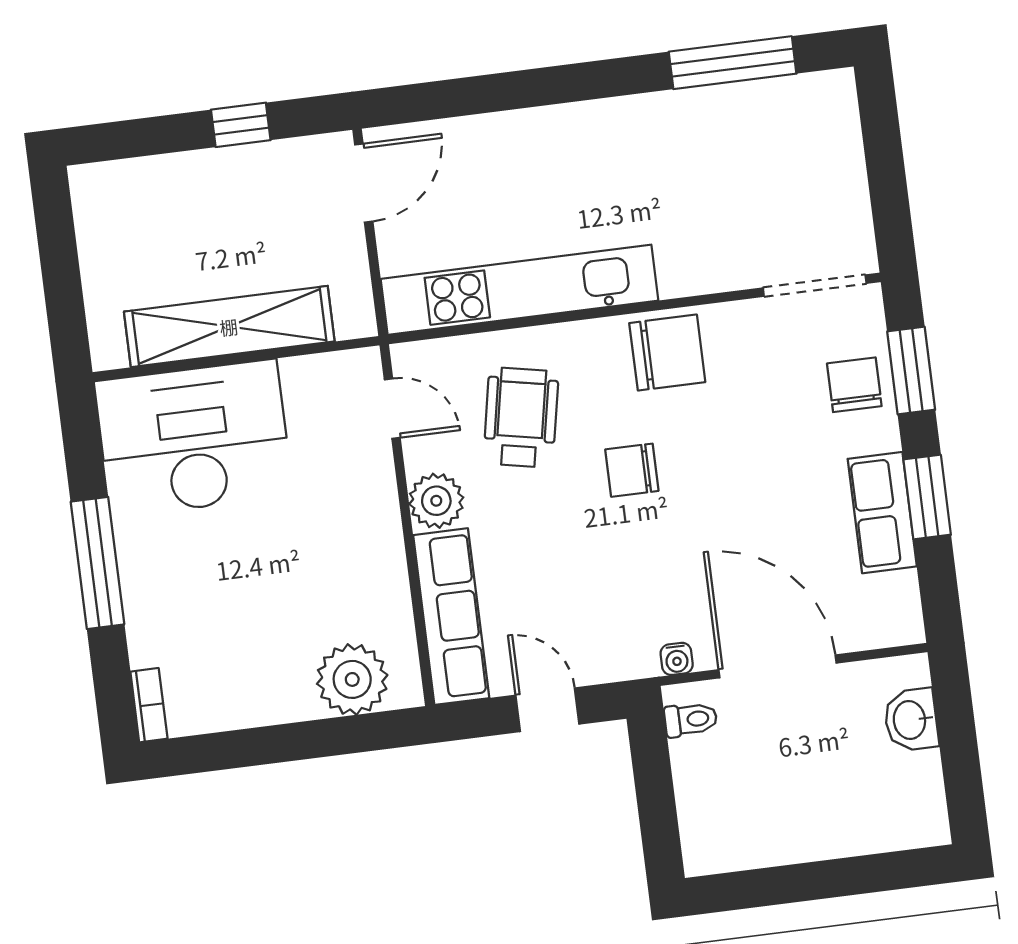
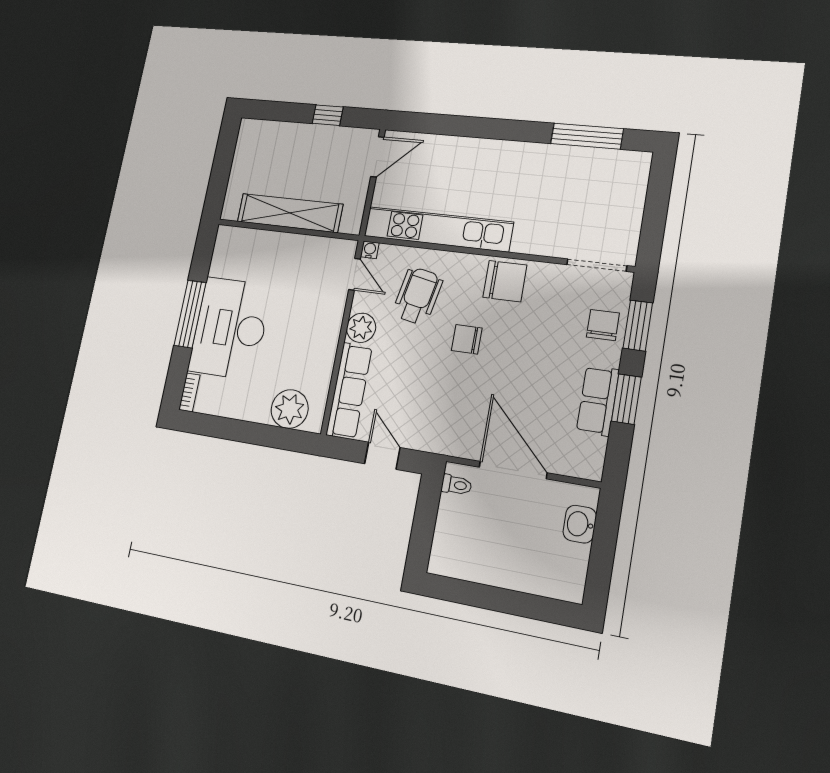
desk: (194, 438) -> (230, 328), moved, turned -90
water cooler: (677, 659) -> (370, 250), moved, turned 180

